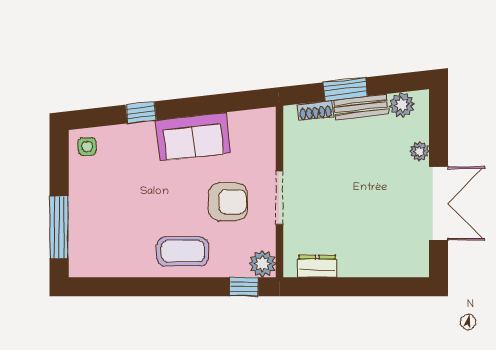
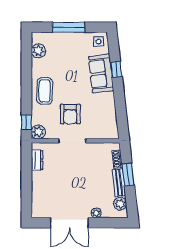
sofa: (193, 137) -> (101, 73), moved
window: (59, 227) -> (68, 27), moved
plant: (105, 264) -> (38, 51), added

